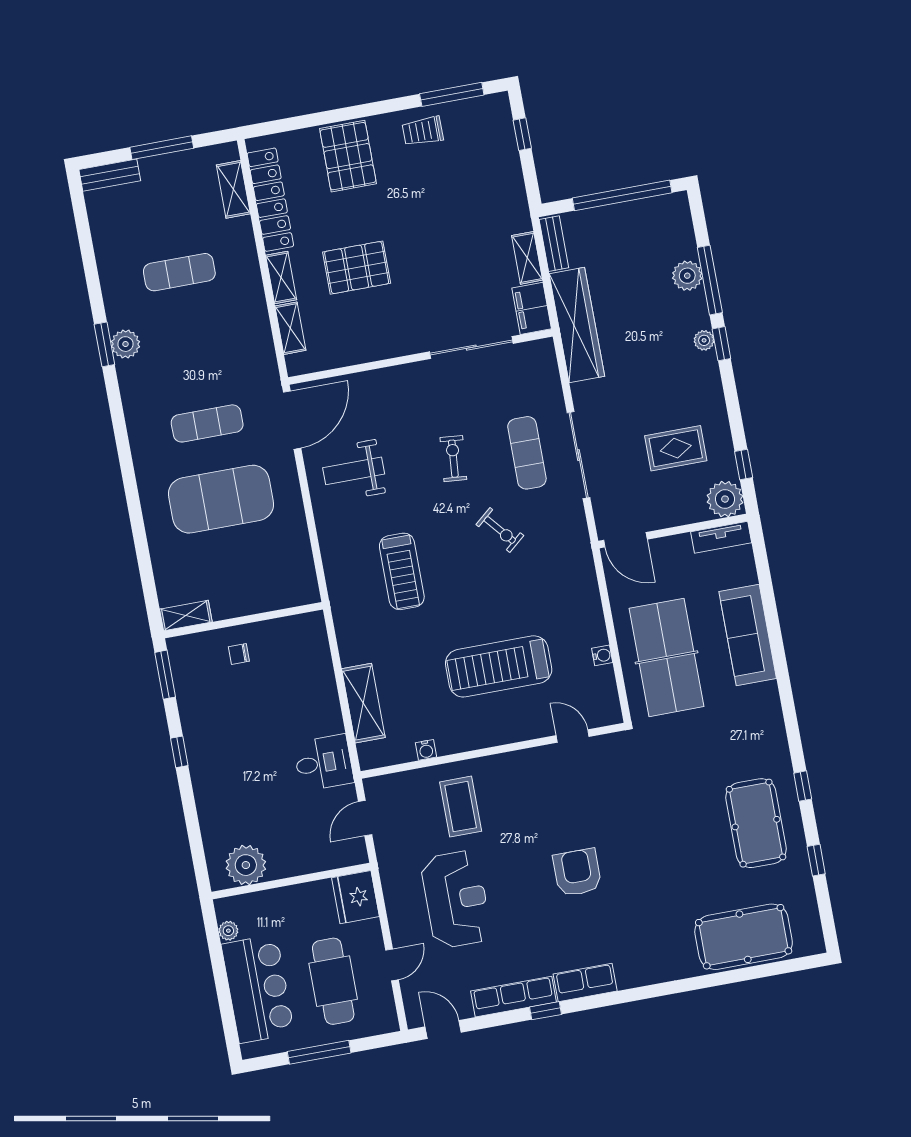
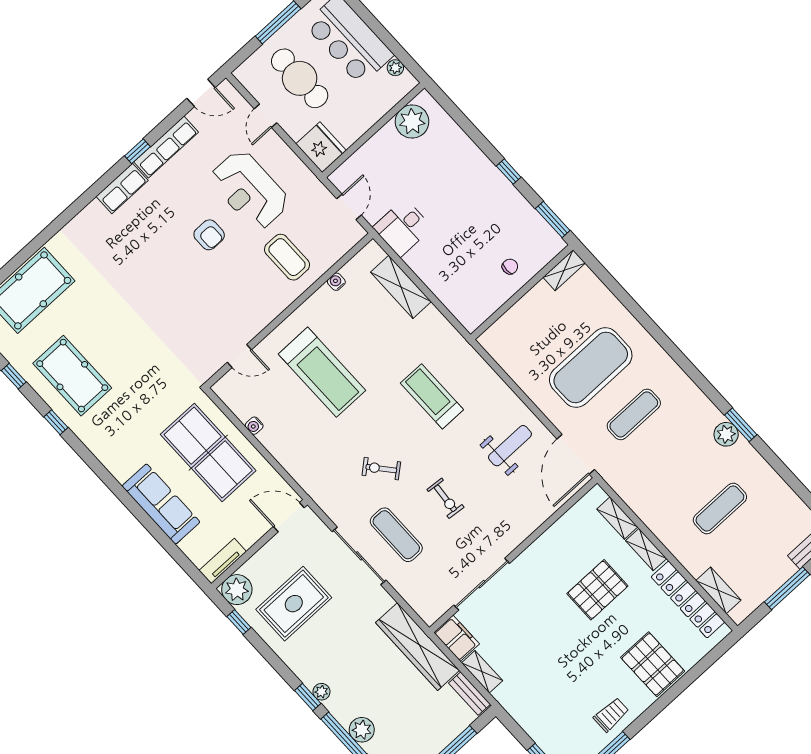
rug: (676, 448) -> (294, 604), width x1.36, depth x1.43
treadmill: (499, 666) -> (322, 372), turned 90
armchair: (577, 873) -> (209, 235), moved, width x0.72, depth x0.72

